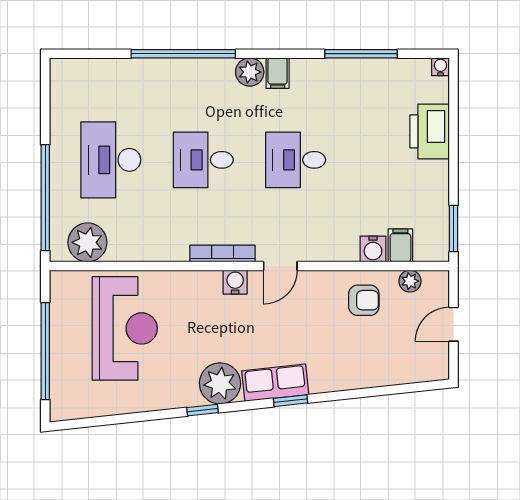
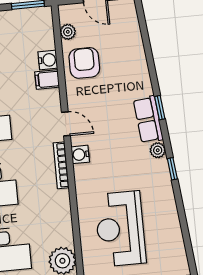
filing cabinet: (400, 245) -> (47, 79), moved
armchair: (364, 300) -> (84, 63), width x1.38, depth x1.38
reception desk: (125, 328) -> (120, 229), turned -90
plant: (220, 383) -> (158, 150), width x0.53, depth x0.53

